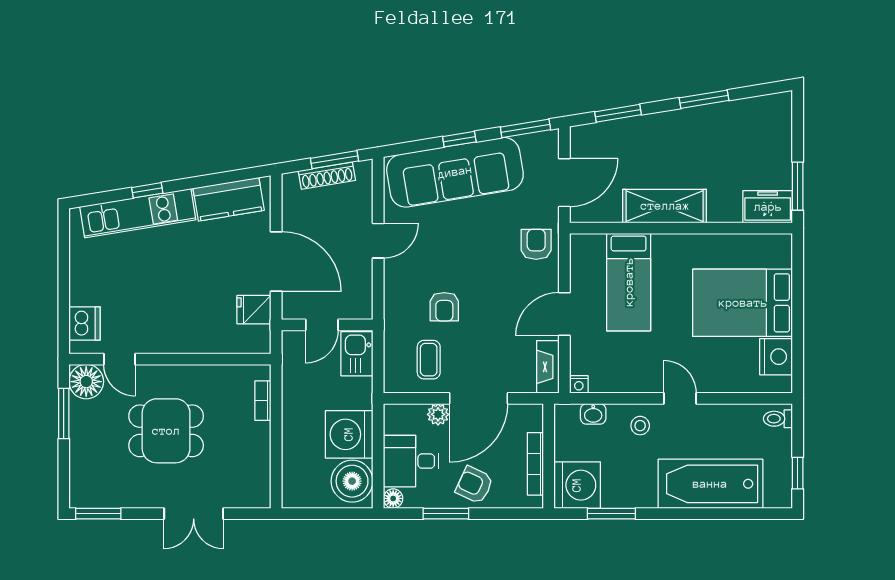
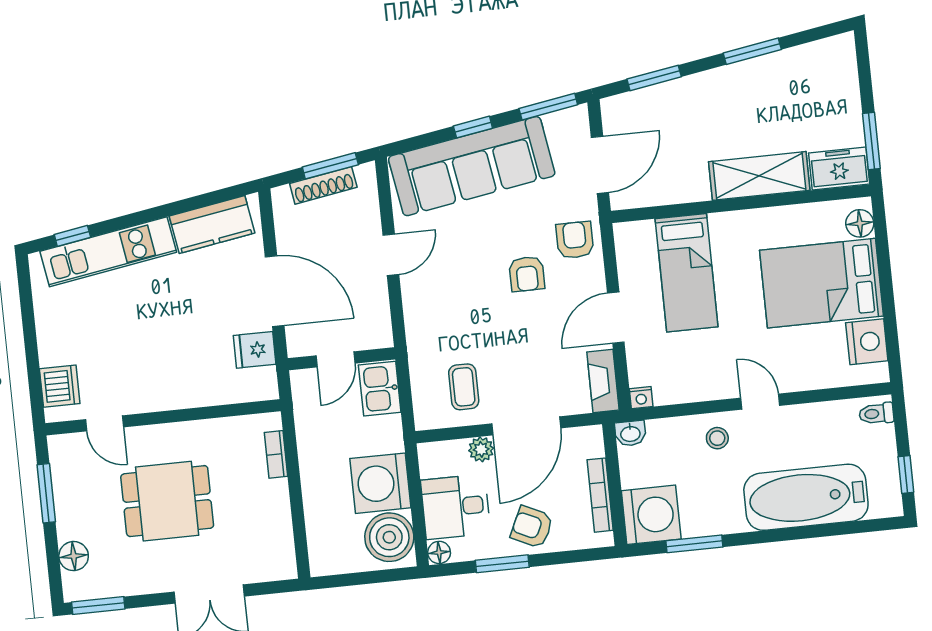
window: (147, 190) -> (72, 236), moved
shelving: (665, 206) -> (759, 176), moved
floor lamp: (780, 255) -> (860, 223), added
armchair: (444, 307) -> (527, 274), moved
floor lamp: (86, 382) -> (74, 556), moved, width x0.73, depth x0.73
washbasin: (593, 414) -> (630, 433), moved

